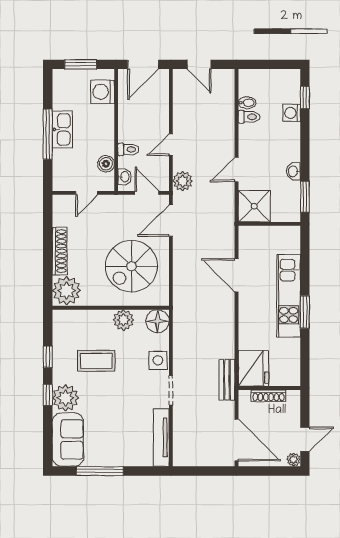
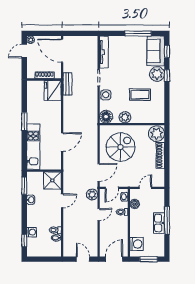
door: (147, 193) -> (112, 188), hinge flipped
door: (237, 275) -> (62, 142), hinge flipped
kitchen unit: (289, 296) -> (33, 147), moved
window: (48, 357) -> (167, 51), moved

